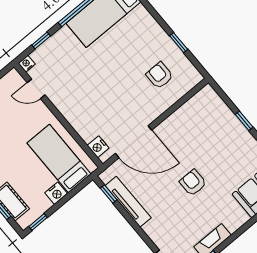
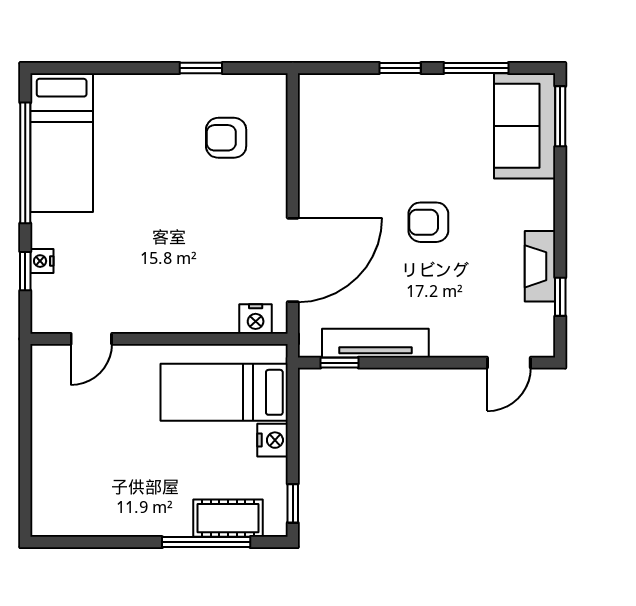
nightstand: (27, 64) -> (42, 261), moved

